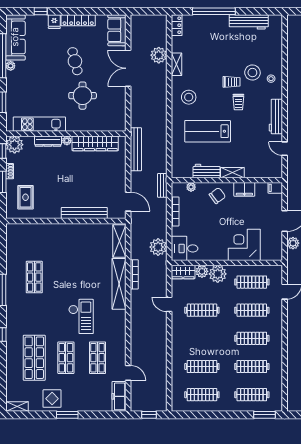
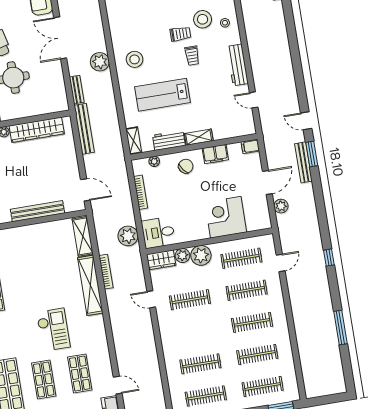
plant: (159, 55) -> (100, 62), moved
shelving: (176, 64) -> (134, 141), moved
bench: (162, 185) -> (77, 90), moved

